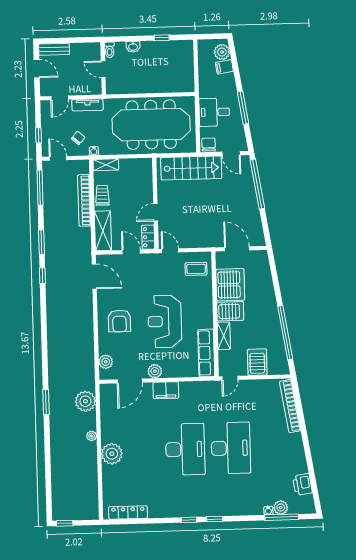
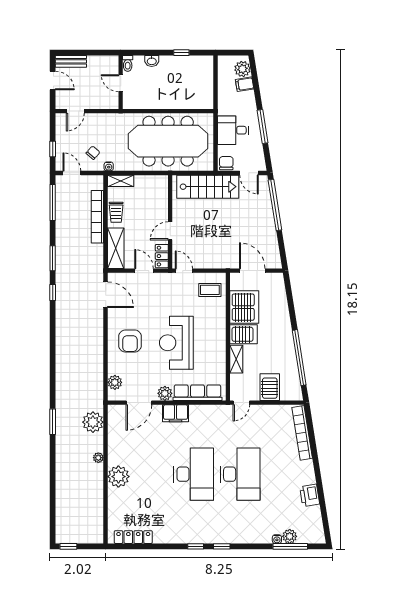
tv unit: (87, 105) -> (104, 119), removed
trolley: (102, 195) -> (116, 212), turned 180
row of seats: (206, 353) -> (197, 393), moved, turned 90
printer: (302, 484) -> (310, 495), moved

